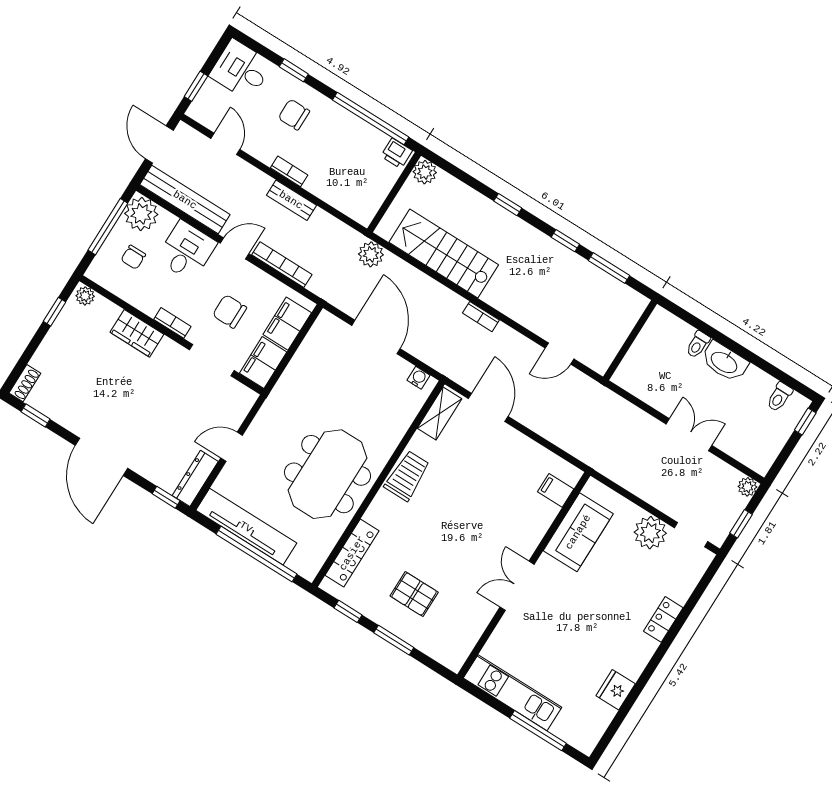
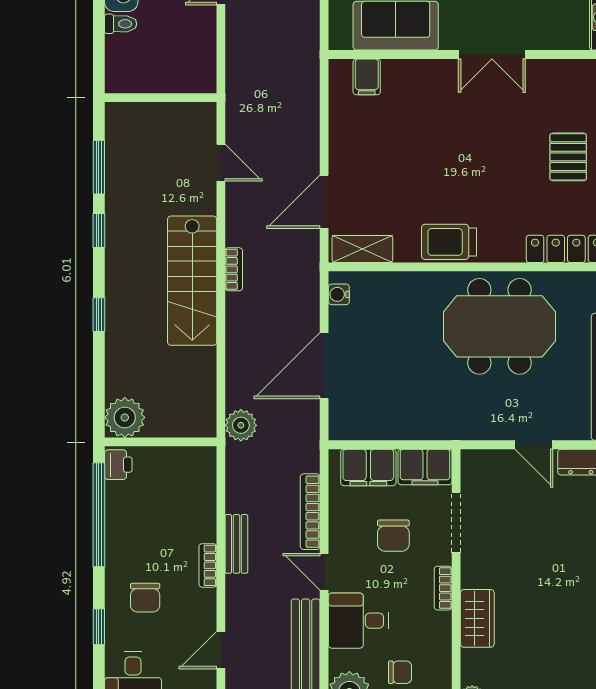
plant: (425, 172) -> (125, 417), width x1.36, depth x1.36
stairs: (444, 253) -> (192, 281), moved

